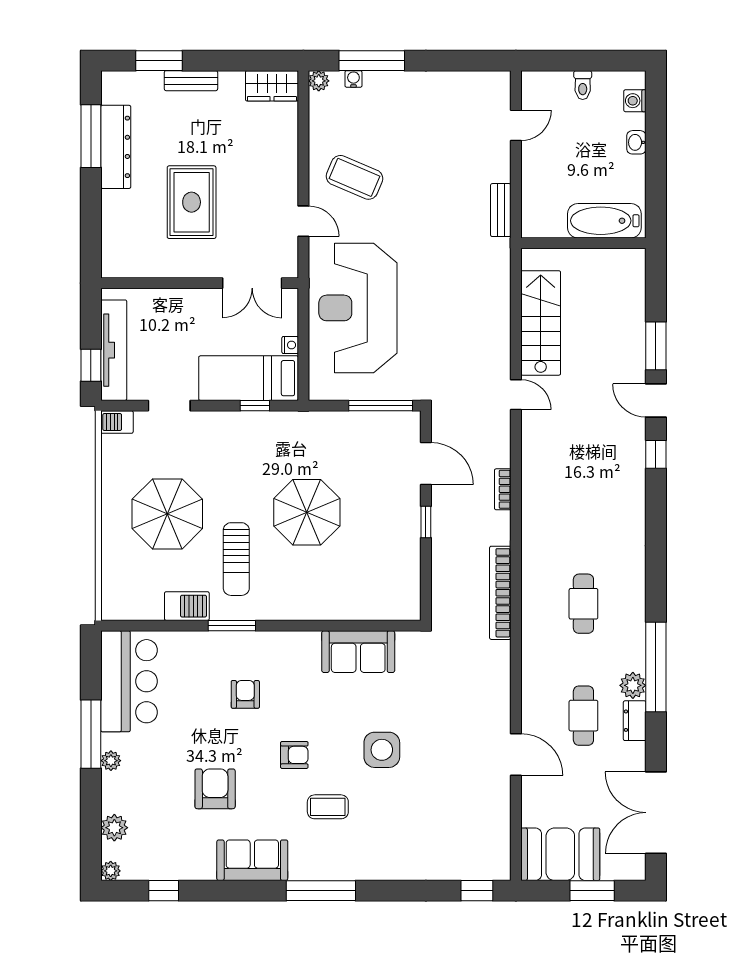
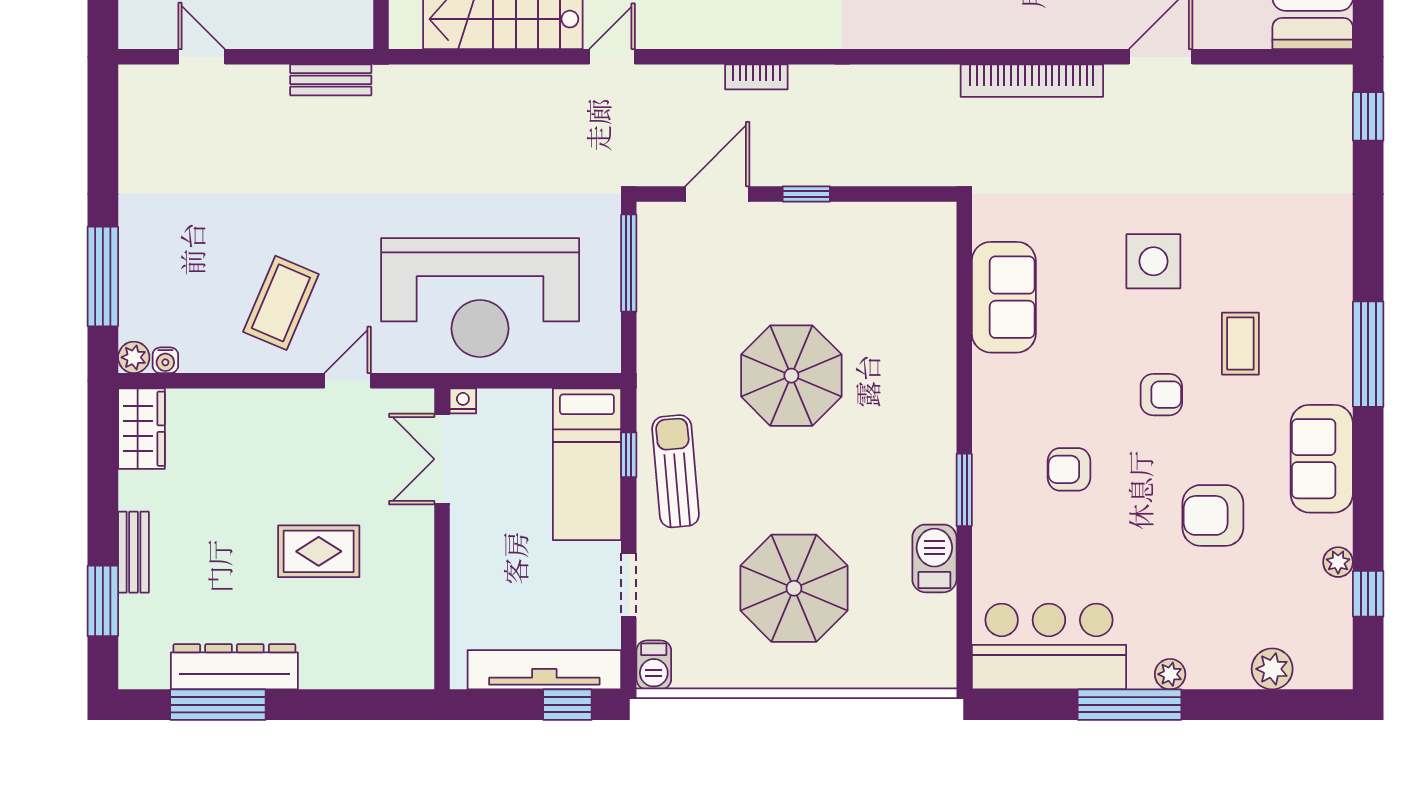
water cooler: (353, 79) -> (165, 360), moved, turned -90
rug: (192, 202) -> (319, 551), width x0.73, depth x0.70
double door: (252, 283) -> (442, 459), swing flipped
nightstand: (290, 345) -> (463, 401), moved
sun lounger: (236, 559) -> (676, 471), moved, turned -95
bookcase: (500, 593) -> (1032, 81), moved
armchair: (294, 755) -> (1161, 395), turned 90
plant: (111, 871) -> (1338, 562), moved

